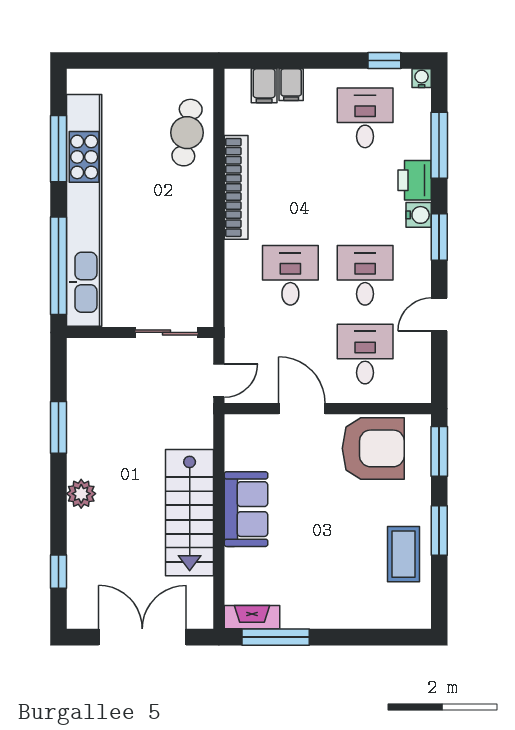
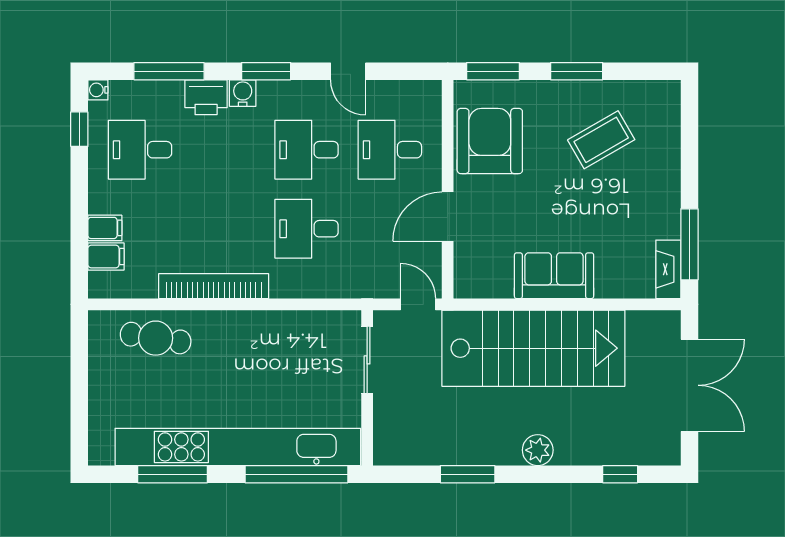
stairs: (190, 513) -> (533, 348), width x1.36, depth x1.51
coffee table: (403, 554) -> (601, 140), moved, turned -30
double door: (142, 637) -> (689, 385), swing flipped

